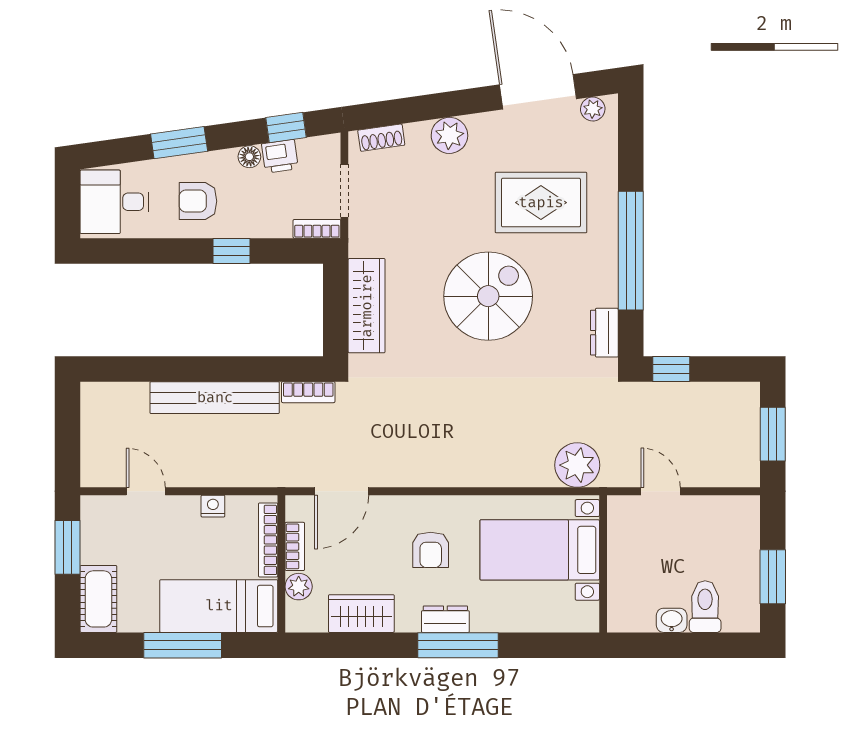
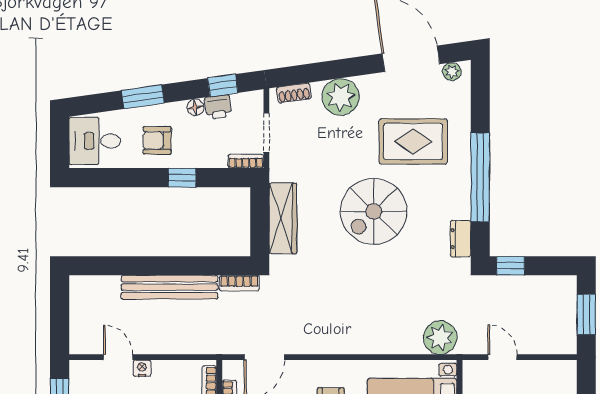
plant: (449, 135) -> (341, 97), width x1.36, depth x1.36
spiral stairs: (488, 296) -> (374, 211), turned 180
nightstand: (213, 506) -> (142, 368), moved

